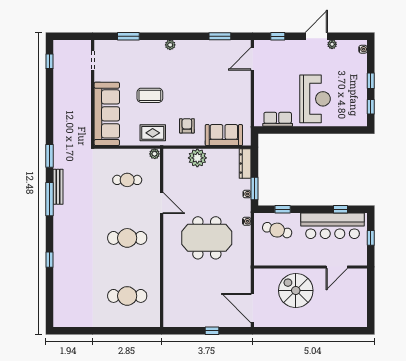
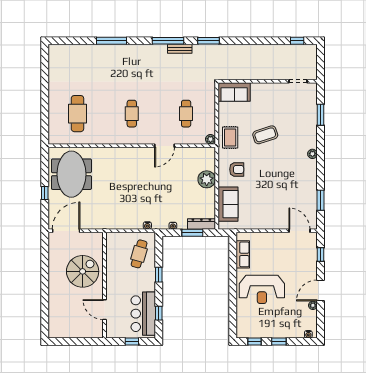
door: (316, 36) -> (321, 290), swing flipped
coffee table: (150, 95) -> (265, 135), turned 72
sofa: (107, 114) -> (234, 92), width x0.54, depth x0.79
bench: (58, 187) -> (180, 49), width x0.73
window: (255, 189) -> (192, 233), moved
window: (283, 209) -> (159, 275), moved
bar counter: (333, 226) -> (143, 314), width x0.73
cafe table: (127, 238) -> (132, 114), width x0.73, depth x0.74
meeting table: (207, 238) -> (71, 174), moved
window: (49, 260) -> (112, 41), width x2.17

